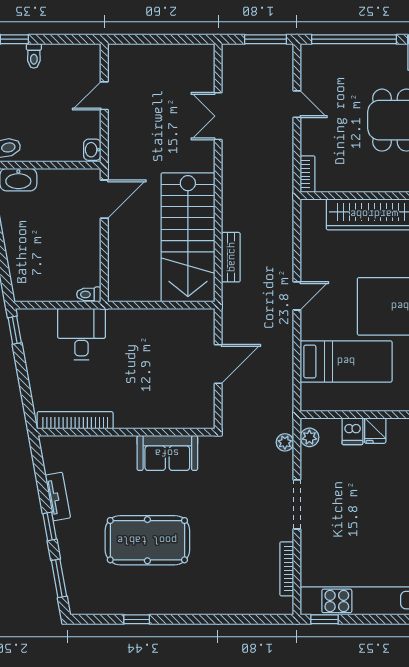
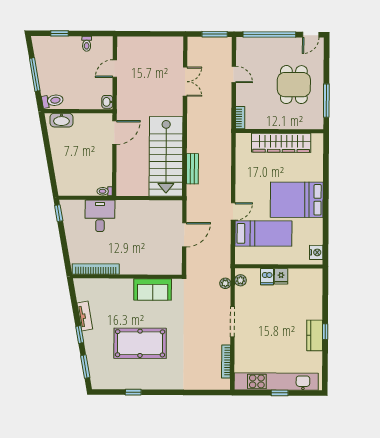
toilet: (34, 56) -> (87, 44), moved
double door: (218, 116) -> (185, 82), swing flipped
door: (297, 296) -> (233, 211), moved
window: (324, 619) -> (280, 393), moved

